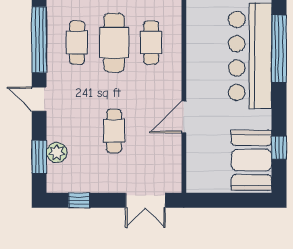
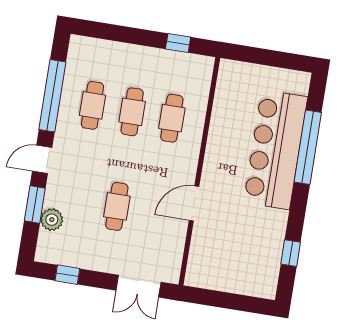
cafe table: (114, 43) -> (132, 112), width x0.73, depth x0.74
door: (39, 99) -> (42, 159), hinge flipped
window: (39, 157) -> (35, 204), moved
booth: (251, 160) -> (259, 262), removed

